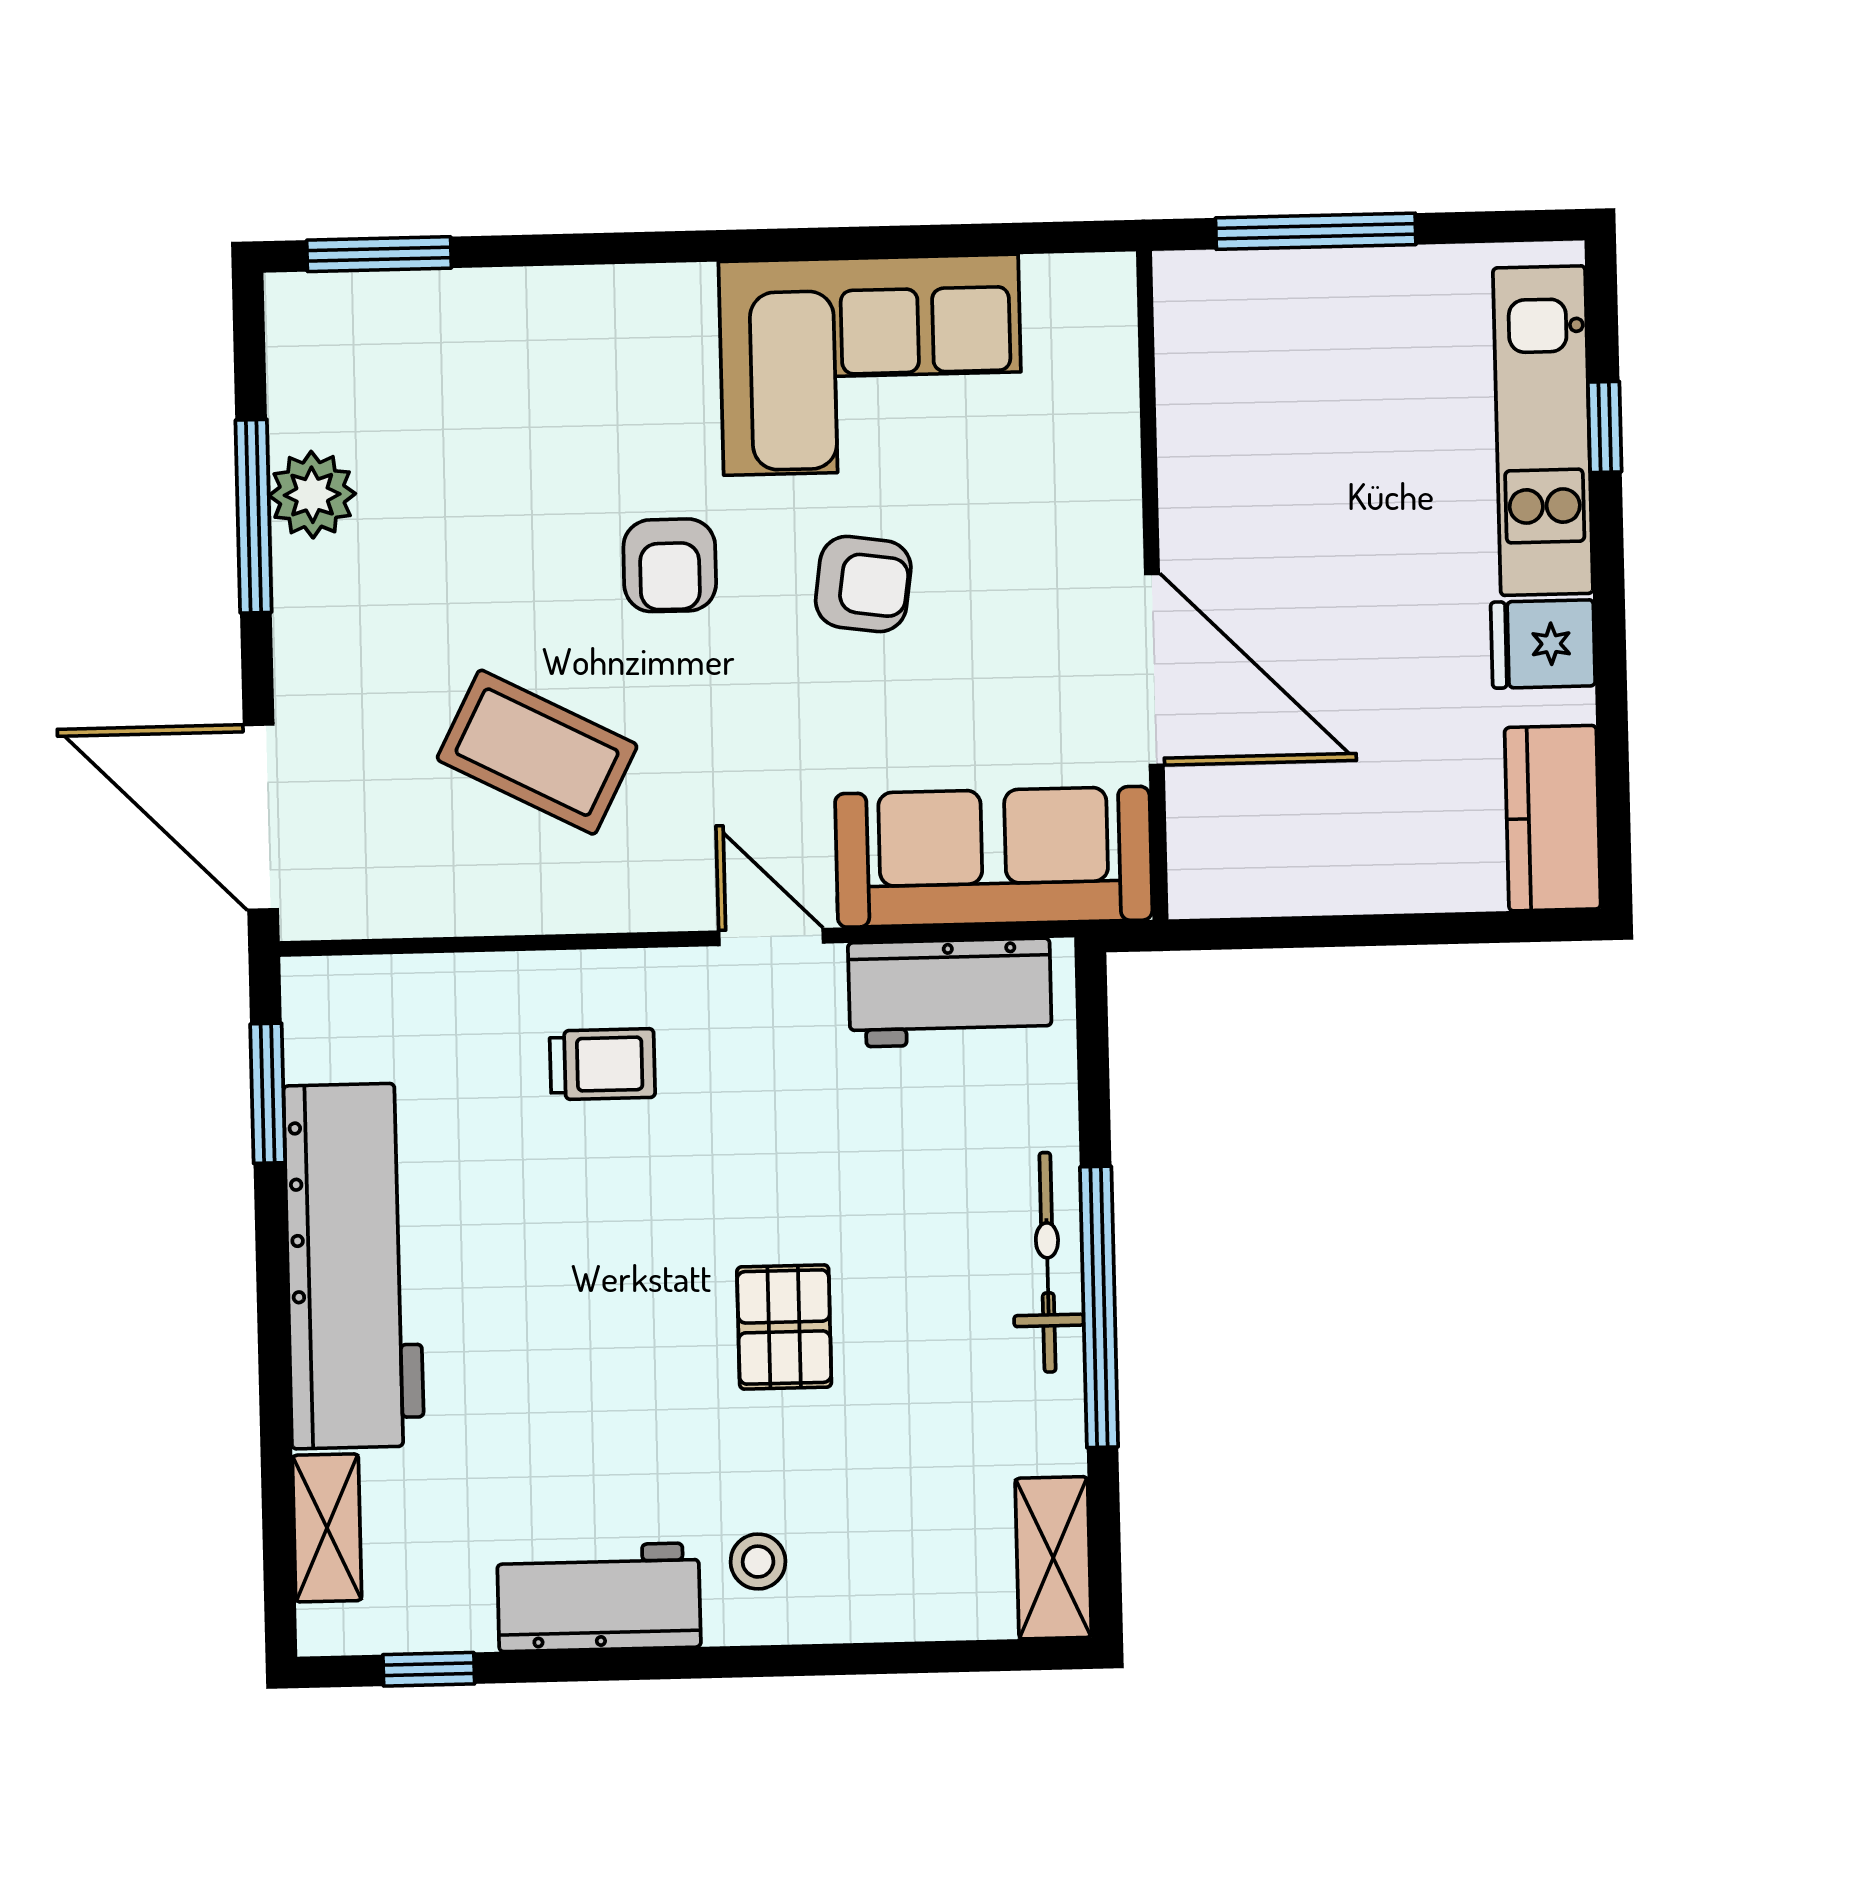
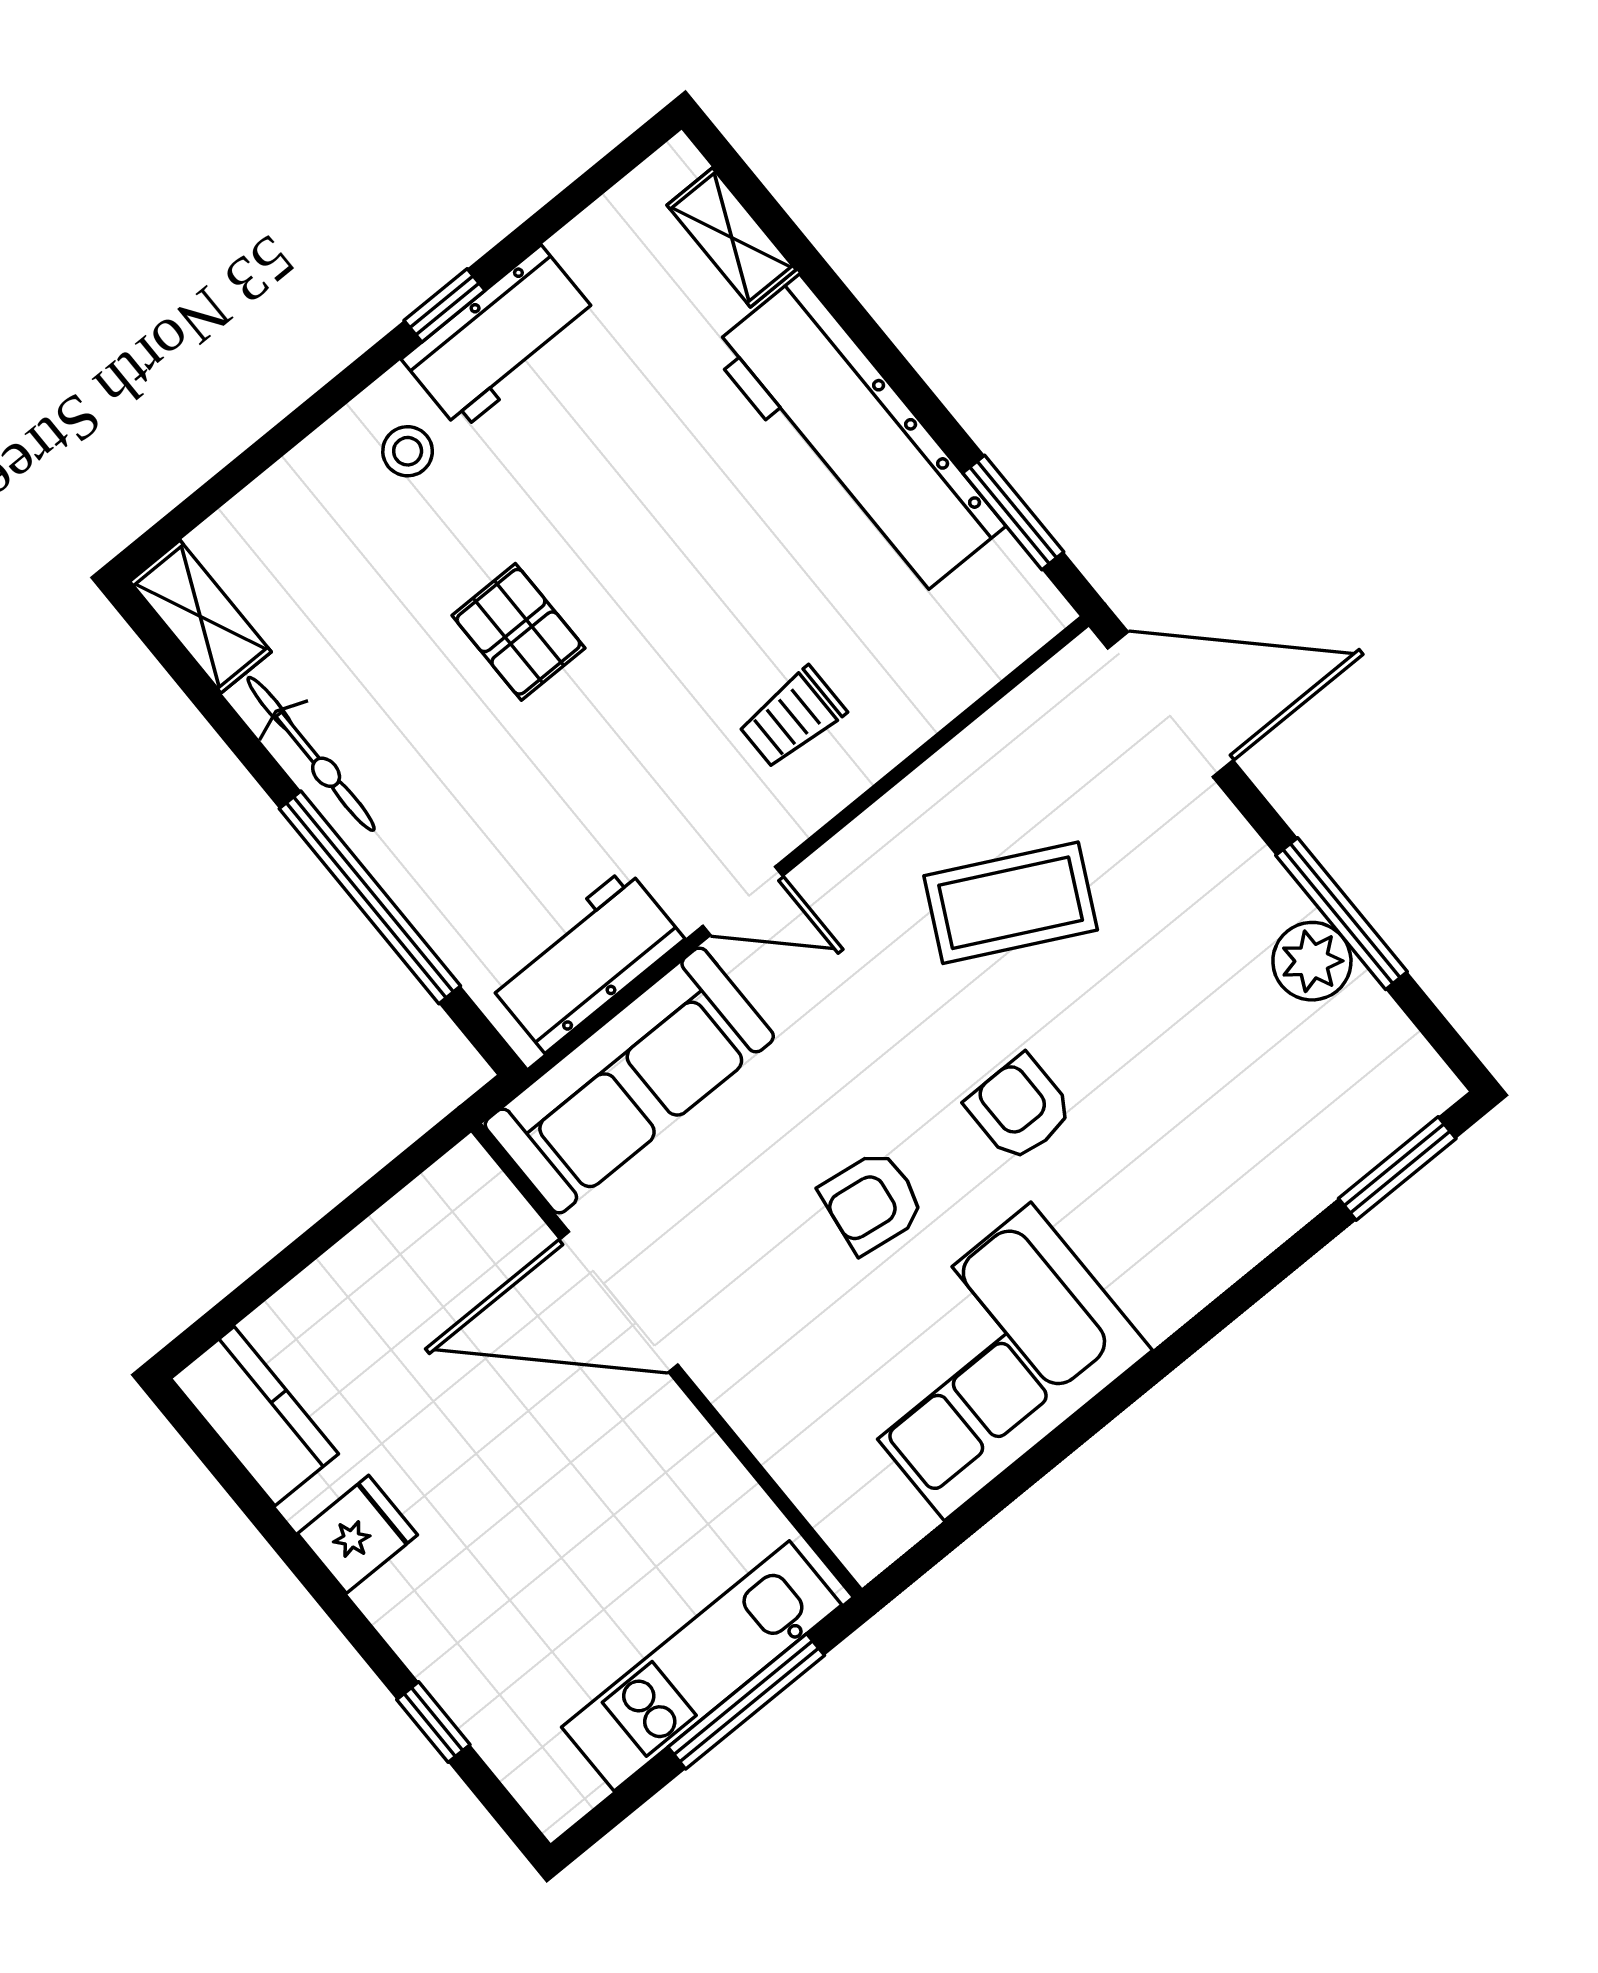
kitchen unit: (1543, 431) -> (702, 1666), moved, turned -90
bicycle: (1047, 1262) -> (311, 754), moved
window: (1099, 1307) -> (370, 897), moved
window: (429, 1669) -> (444, 305), moved

